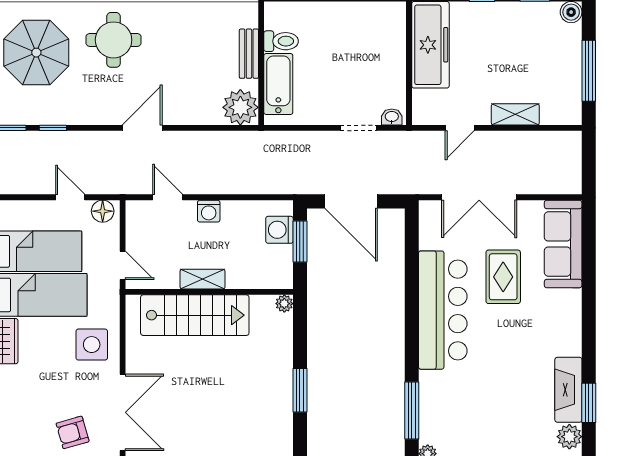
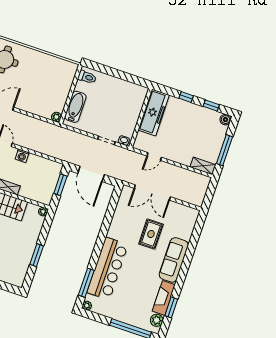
toilet: (281, 41) -> (87, 77), moved
bench: (249, 54) -> (66, 88), removed
plant: (240, 107) -> (56, 117), width x0.53, depth x0.53
shelving: (515, 114) -> (203, 166), moved
washing machine: (279, 230) -> (53, 176), removed
sofa: (563, 244) -> (174, 260), moved
bar counter: (443, 310) -> (107, 269), moved

